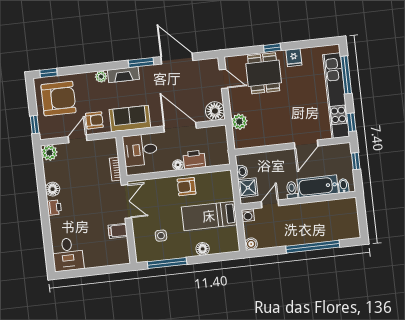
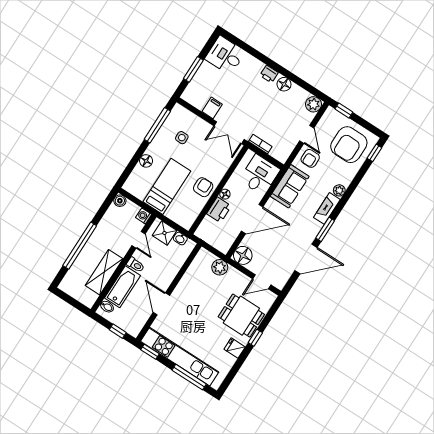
shelving: (318, 210) -> (104, 272), added
window: (99, 271) -> (193, 69), added

